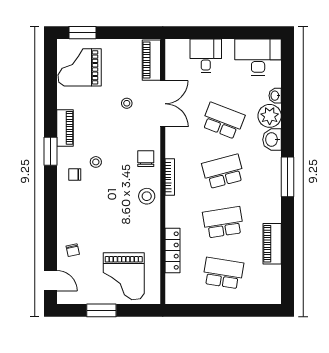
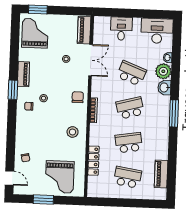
grand piano: (80, 67) -> (35, 33), turned 90
stool: (147, 196) -> (73, 132), moved
piano: (272, 244) -> (161, 174), moved

